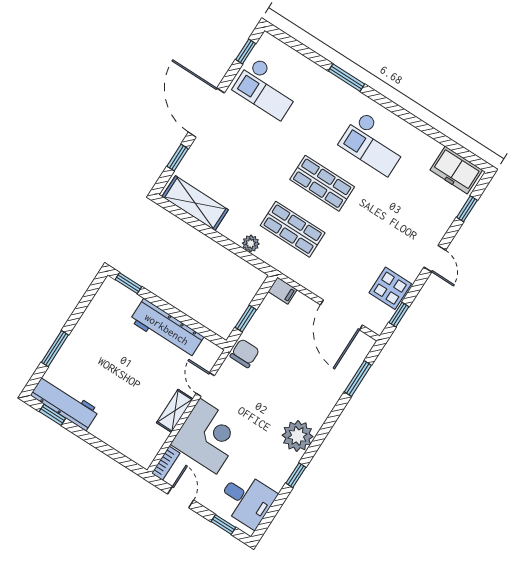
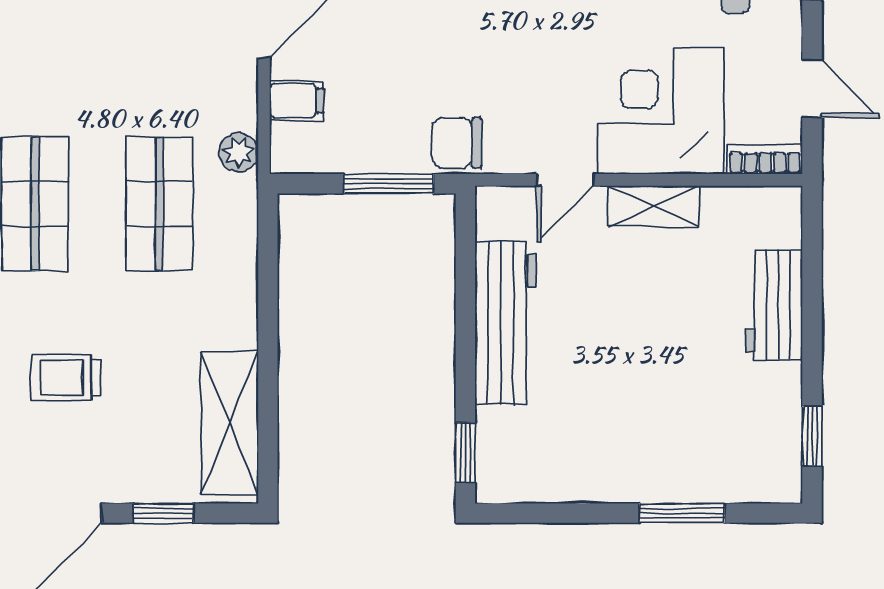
trolley: (251, 154) -> (66, 377), added
plant: (251, 244) -> (239, 152), moved
filing cabinet: (283, 291) -> (297, 100), moved, turned 90
window: (246, 319) -> (389, 184), width x1.50
workbench: (65, 403) -> (774, 305), moved, width x0.73
door: (181, 497) -> (812, 89), swing flipped

